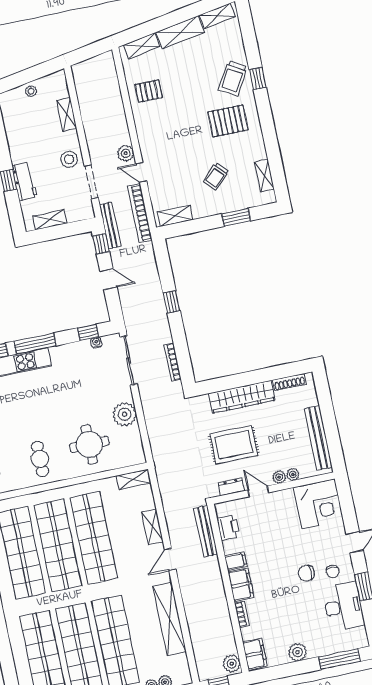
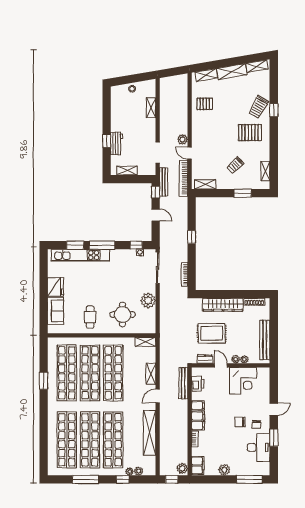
stool: (69, 159) -> (147, 136), removed
corner desk: (318, 504) -> (243, 381), moved

